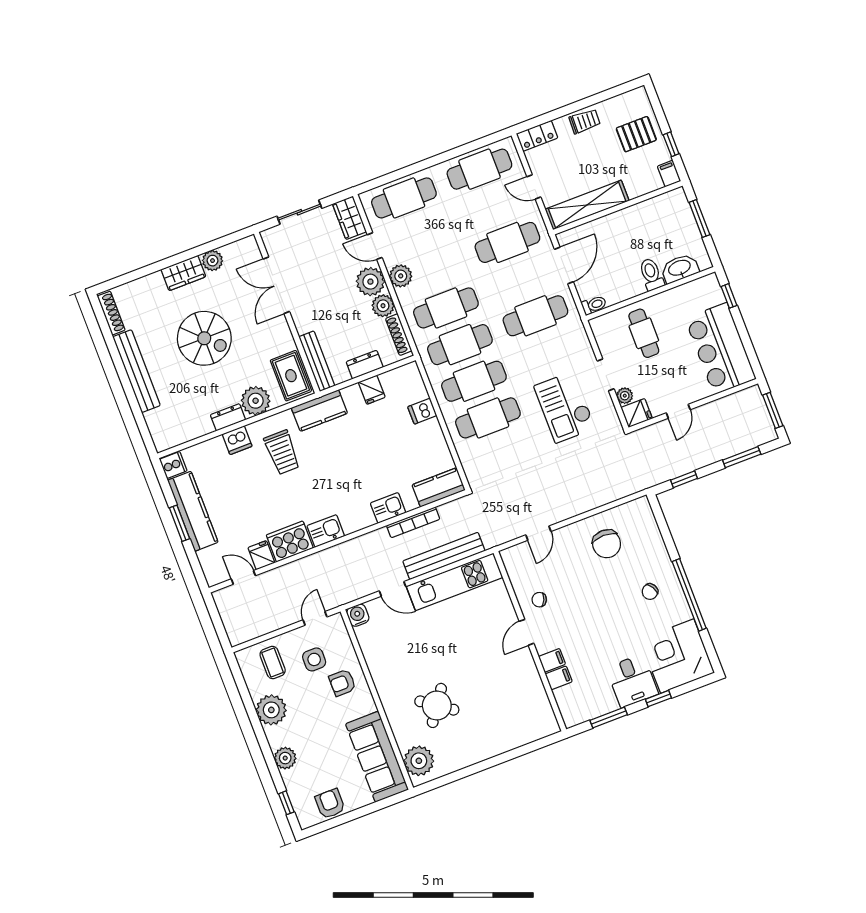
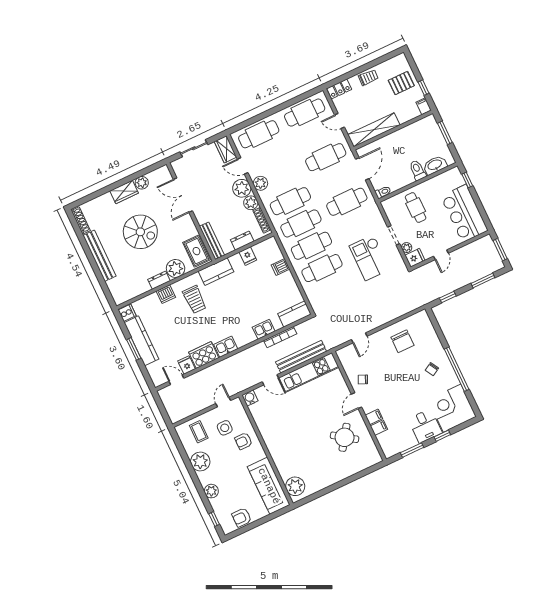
round table: (437, 705) -> (345, 437), moved
armchair: (330, 804) -> (242, 517), turned -90

